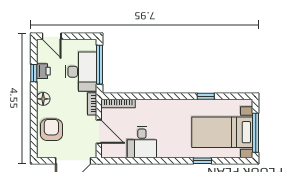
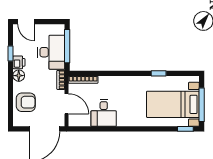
printer: (43, 71) -> (19, 62), moved
armchair: (51, 130) -> (26, 102), turned 90
window: (202, 161) -> (185, 129), moved

